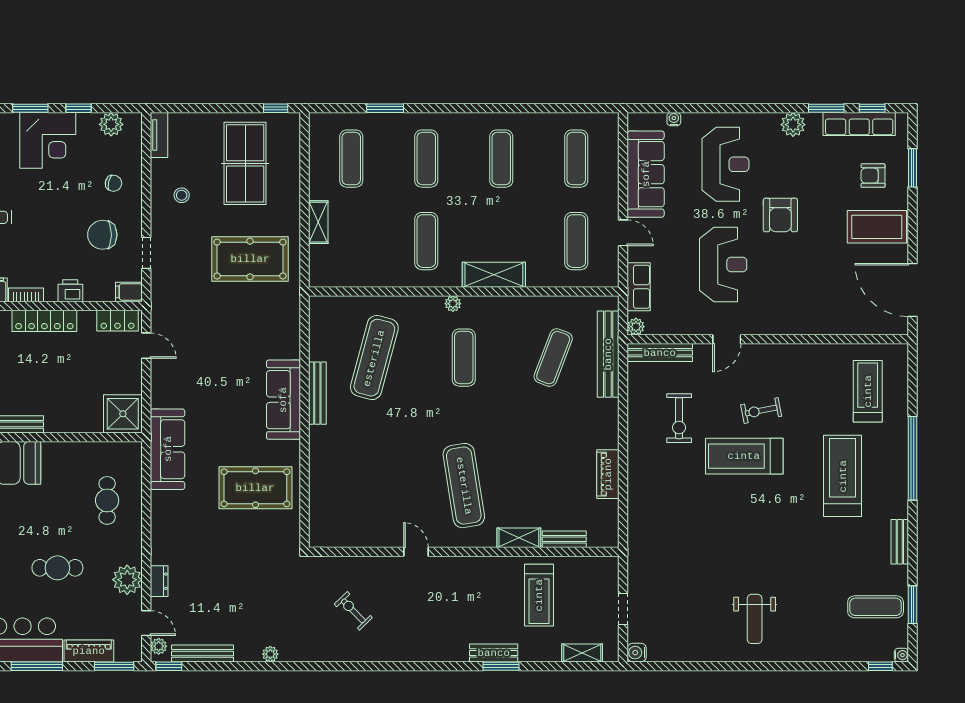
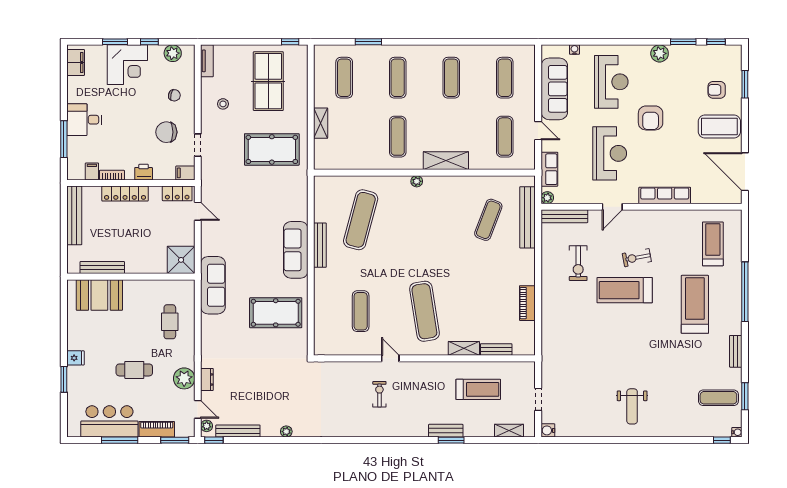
row of seats: (859, 124) -> (665, 195), moved, turned 180
exercise mat: (464, 358) -> (361, 311), moved
treadmill: (539, 595) -> (478, 389), turned -90
exercise bike: (353, 611) -> (379, 394), moved, turned 44

